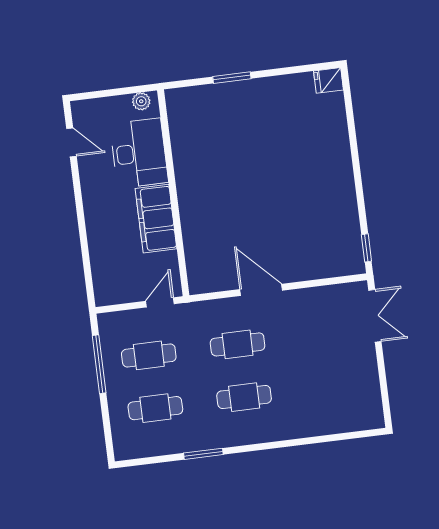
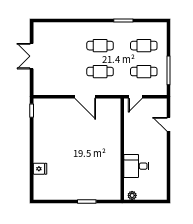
fridge: (328, 80) -> (40, 169), moved
door: (71, 142) -> (169, 124), moved
desk: (139, 153) -> (136, 166), width x0.73
filing cabinet: (156, 219) -> (132, 138), removed
double door: (375, 316) -> (32, 56), moved

